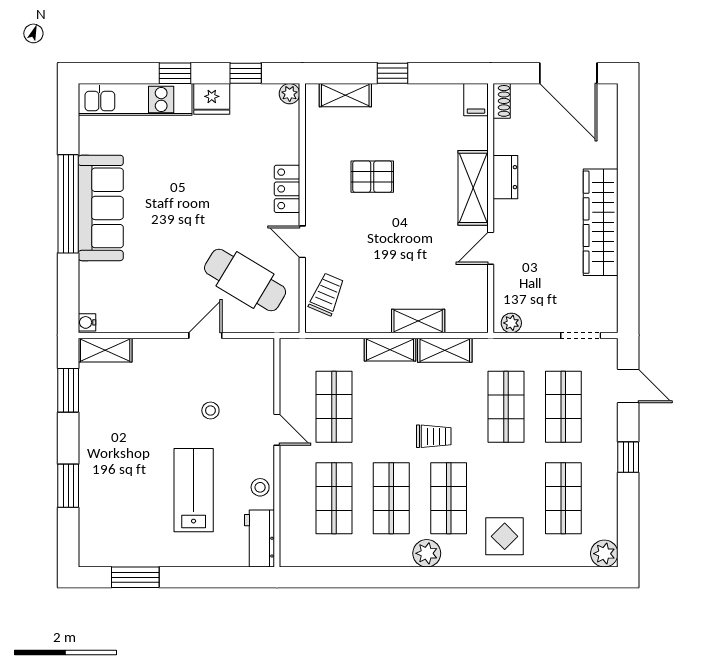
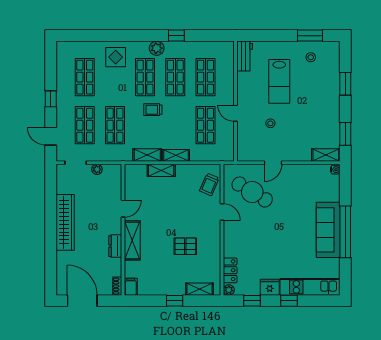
locker: (287, 189) -> (230, 270), moved
plant: (511, 323) -> (97, 169), moved
stool: (260, 487) -> (311, 57), moved
plant: (604, 554) -> (63, 48), removed
window: (389, 577) -> (176, 36), added

